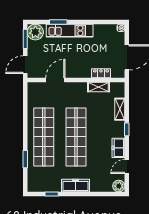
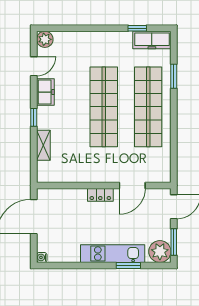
locker: (101, 73) -> (100, 195), moved
shelving: (98, 87) -> (73, 176), removed
freezer: (75, 186) -> (152, 40), moved

